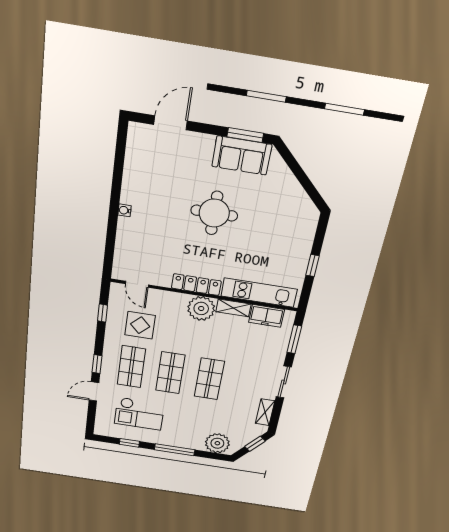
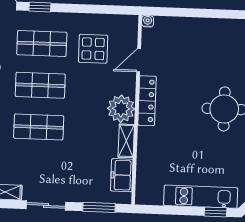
water cooler: (125, 210) -> (148, 21), moved
window: (312, 266) -> (215, 212), moved
door: (137, 284) -> (139, 60), moved
kitchen unit: (259, 293) -> (201, 197), moved, turned -90
window: (103, 313) -> (102, 9), removed

